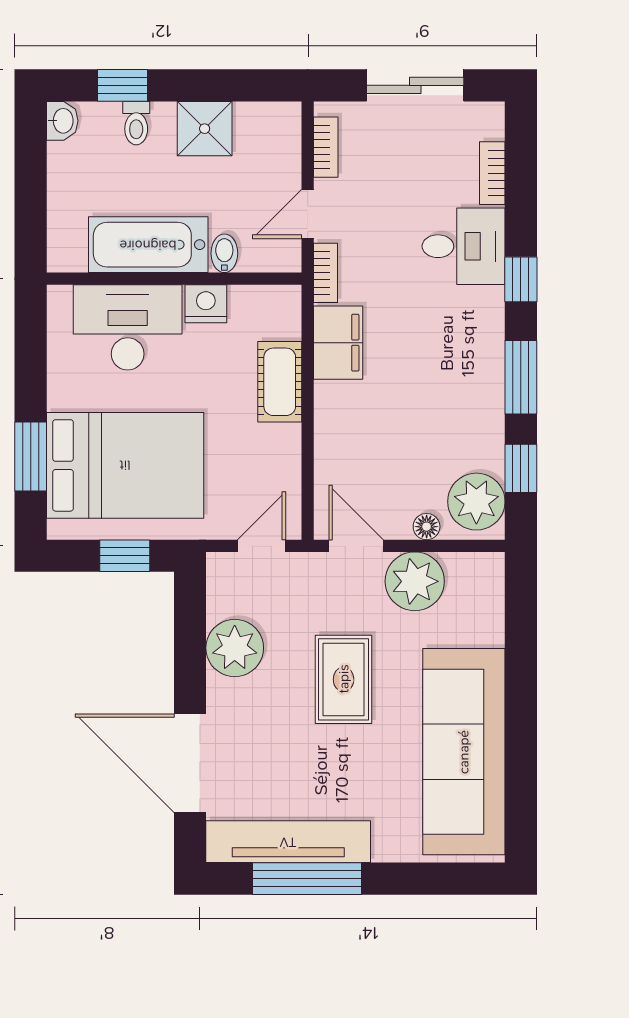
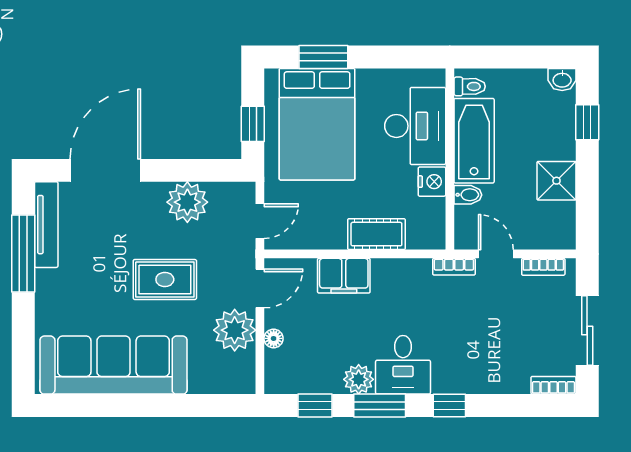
toilet: (136, 123) -> (470, 86), moved, turned 180
bookcase: (492, 173) -> (553, 385), moved
desk: (464, 246) -> (403, 365), moved
filing cabinet: (338, 343) -> (344, 276), moved
plant: (476, 502) -> (359, 379), moved, width x0.73, depth x0.73
door: (261, 546) -> (260, 221), hinge flipped
tv unit: (288, 842) -> (46, 225), width x0.73, depth x0.78

